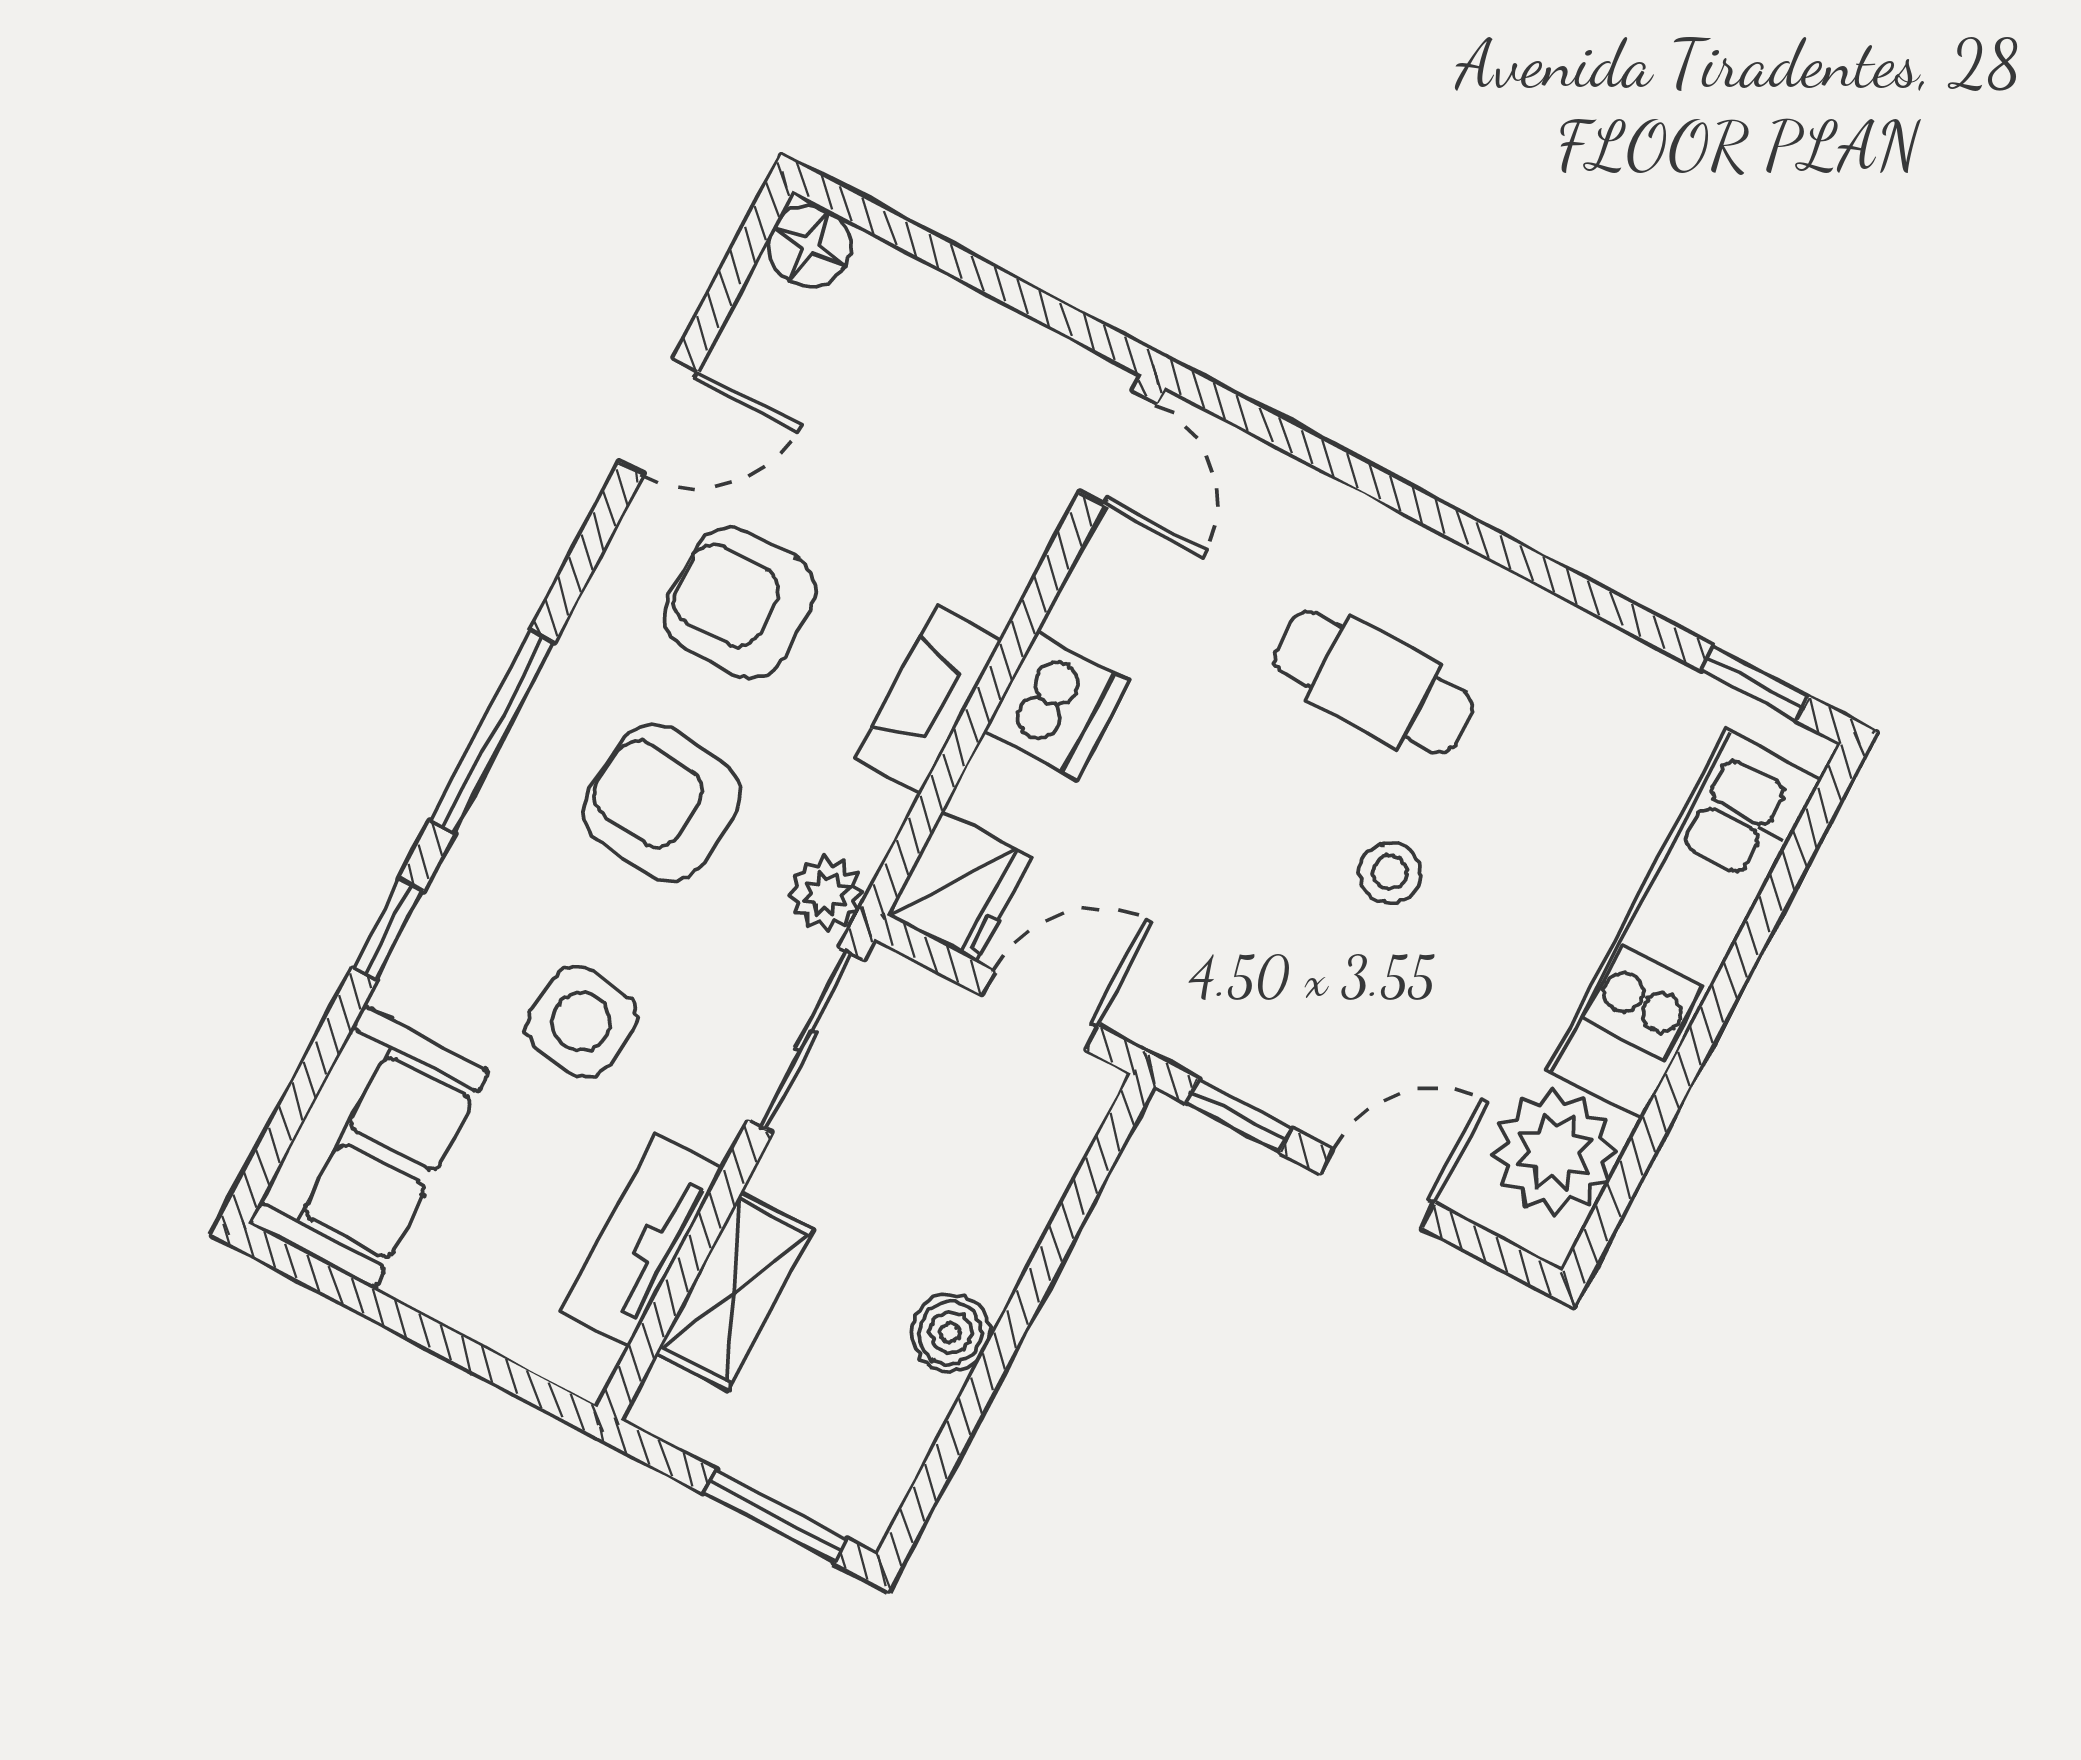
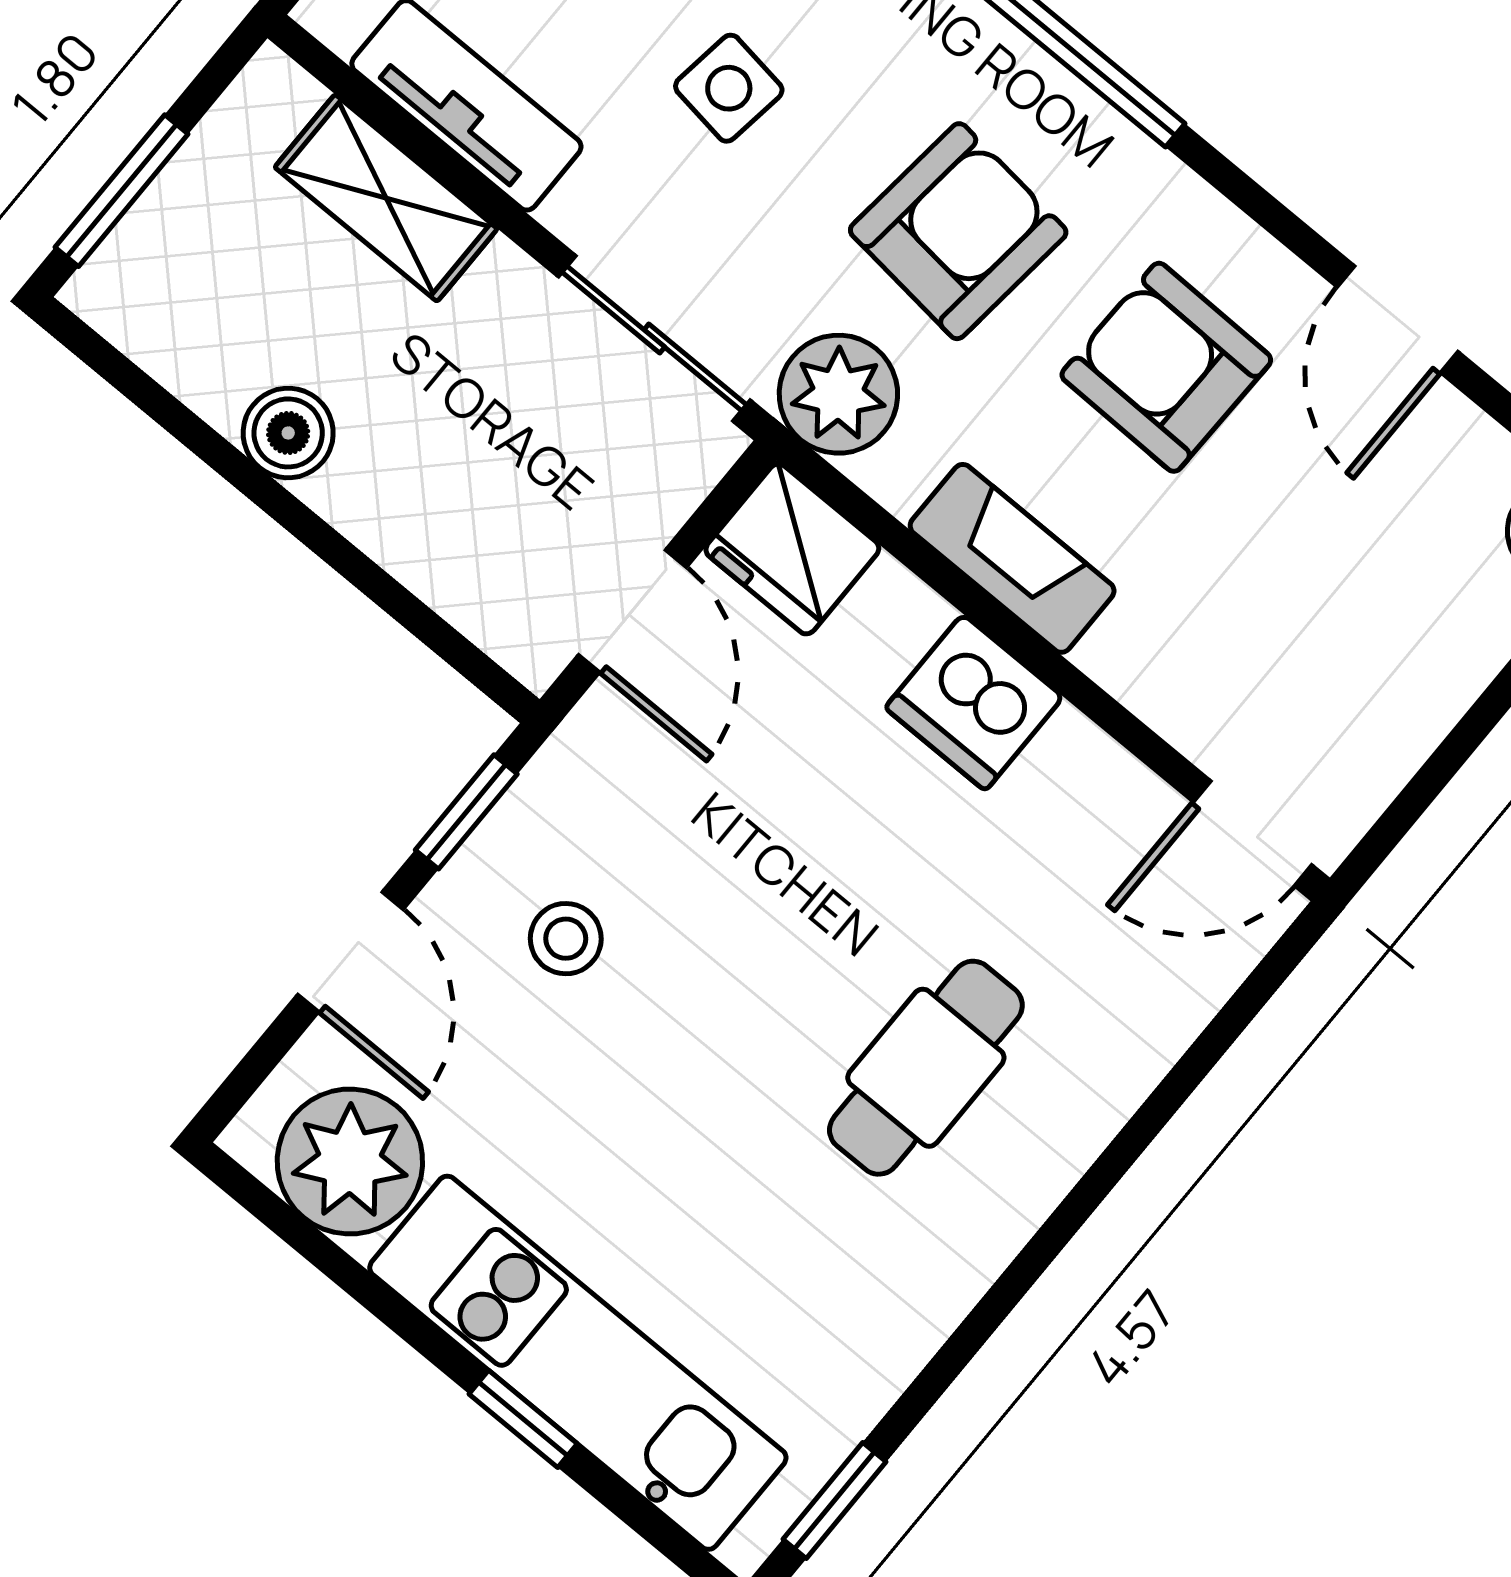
armchair: (740, 603) -> (1166, 367), turned -89
stool: (1390, 873) -> (566, 939), moved
plant: (826, 894) -> (838, 394), width x1.38, depth x1.38
window: (1741, 960) -> (523, 1419), added
side table: (581, 1022) -> (729, 88), width x0.73, depth x0.73

